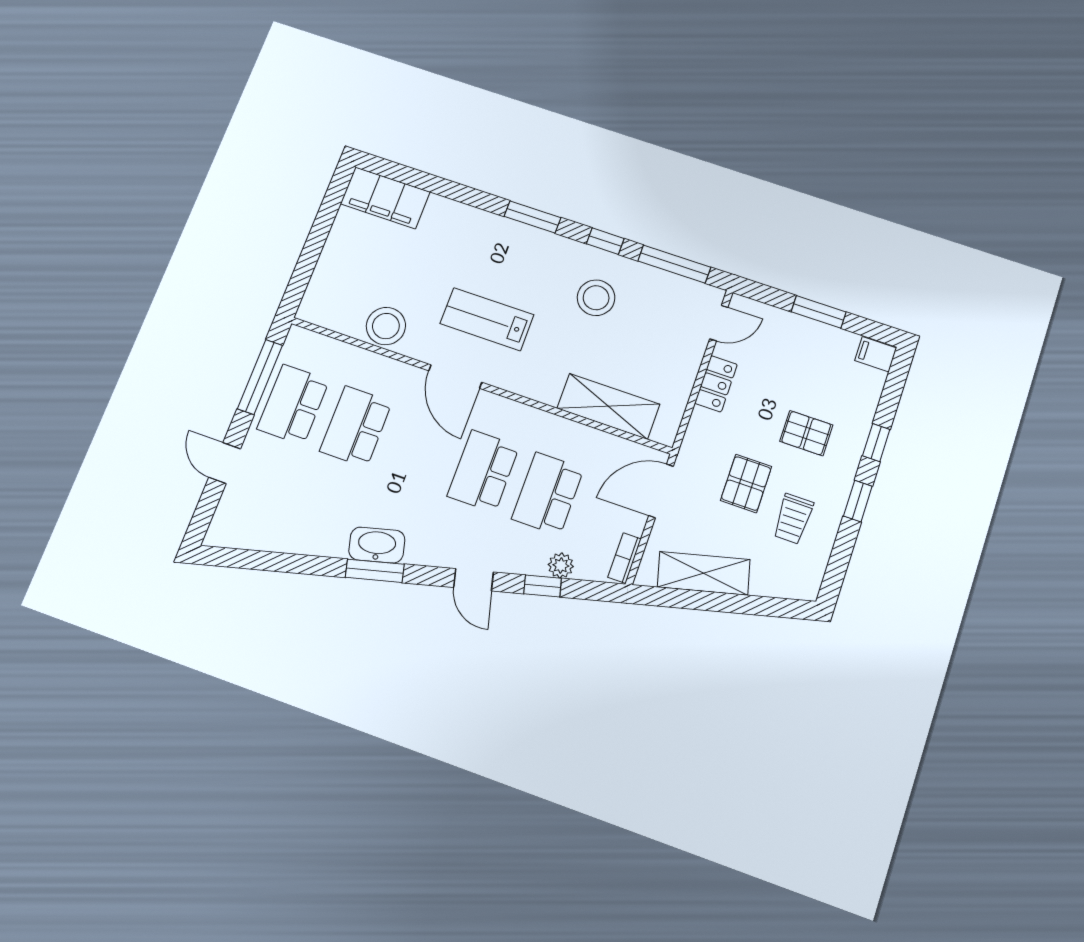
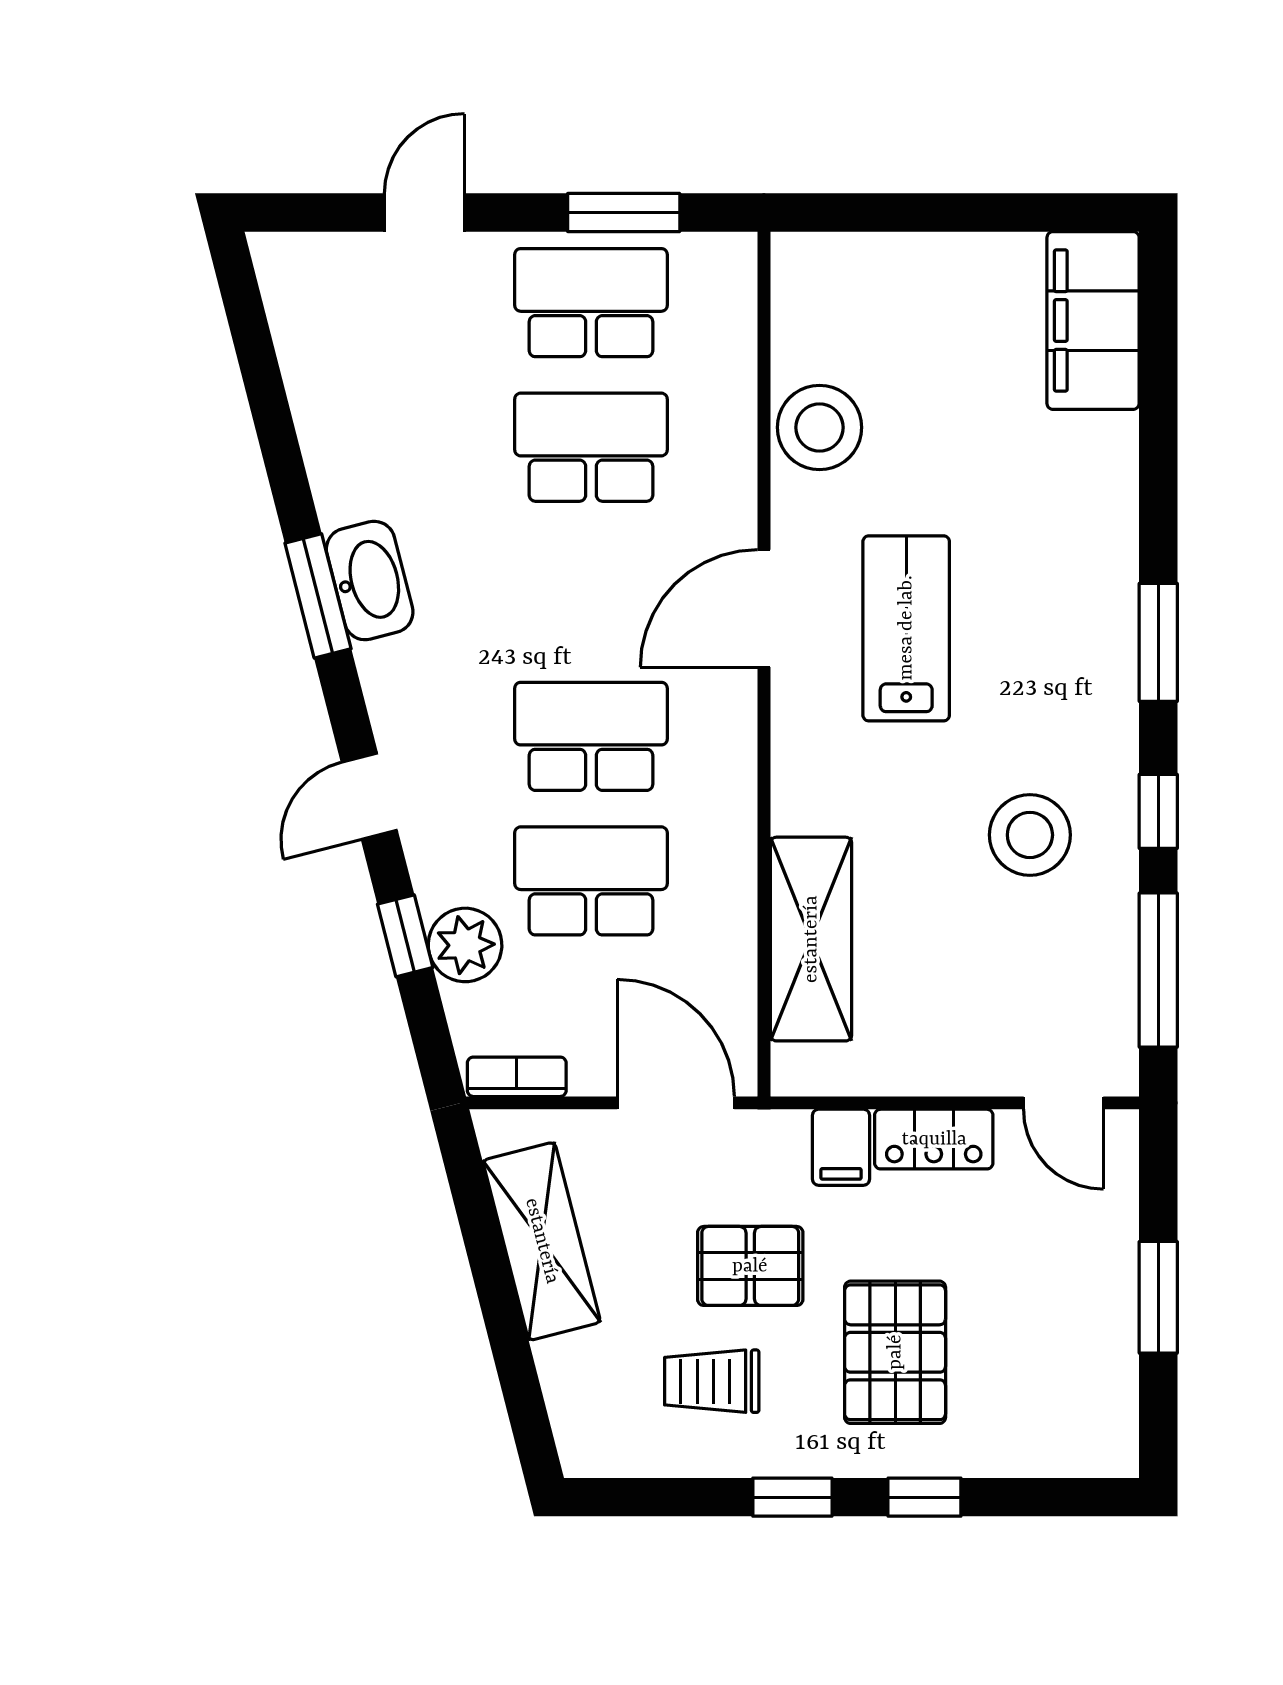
filing cabinet: (876, 354) -> (841, 1147), moved, turned 180
window: (260, 377) -> (624, 213), width x0.69
pallet: (806, 433) -> (895, 1352), width x1.50, depth x1.42
plant: (561, 565) -> (465, 945), width x1.38, depth x1.38

